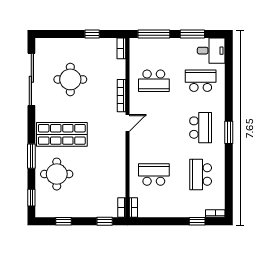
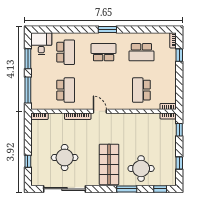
window: (92, 34) -> (28, 161), moved
school desk: (201, 81) -> (66, 52), turned 180

